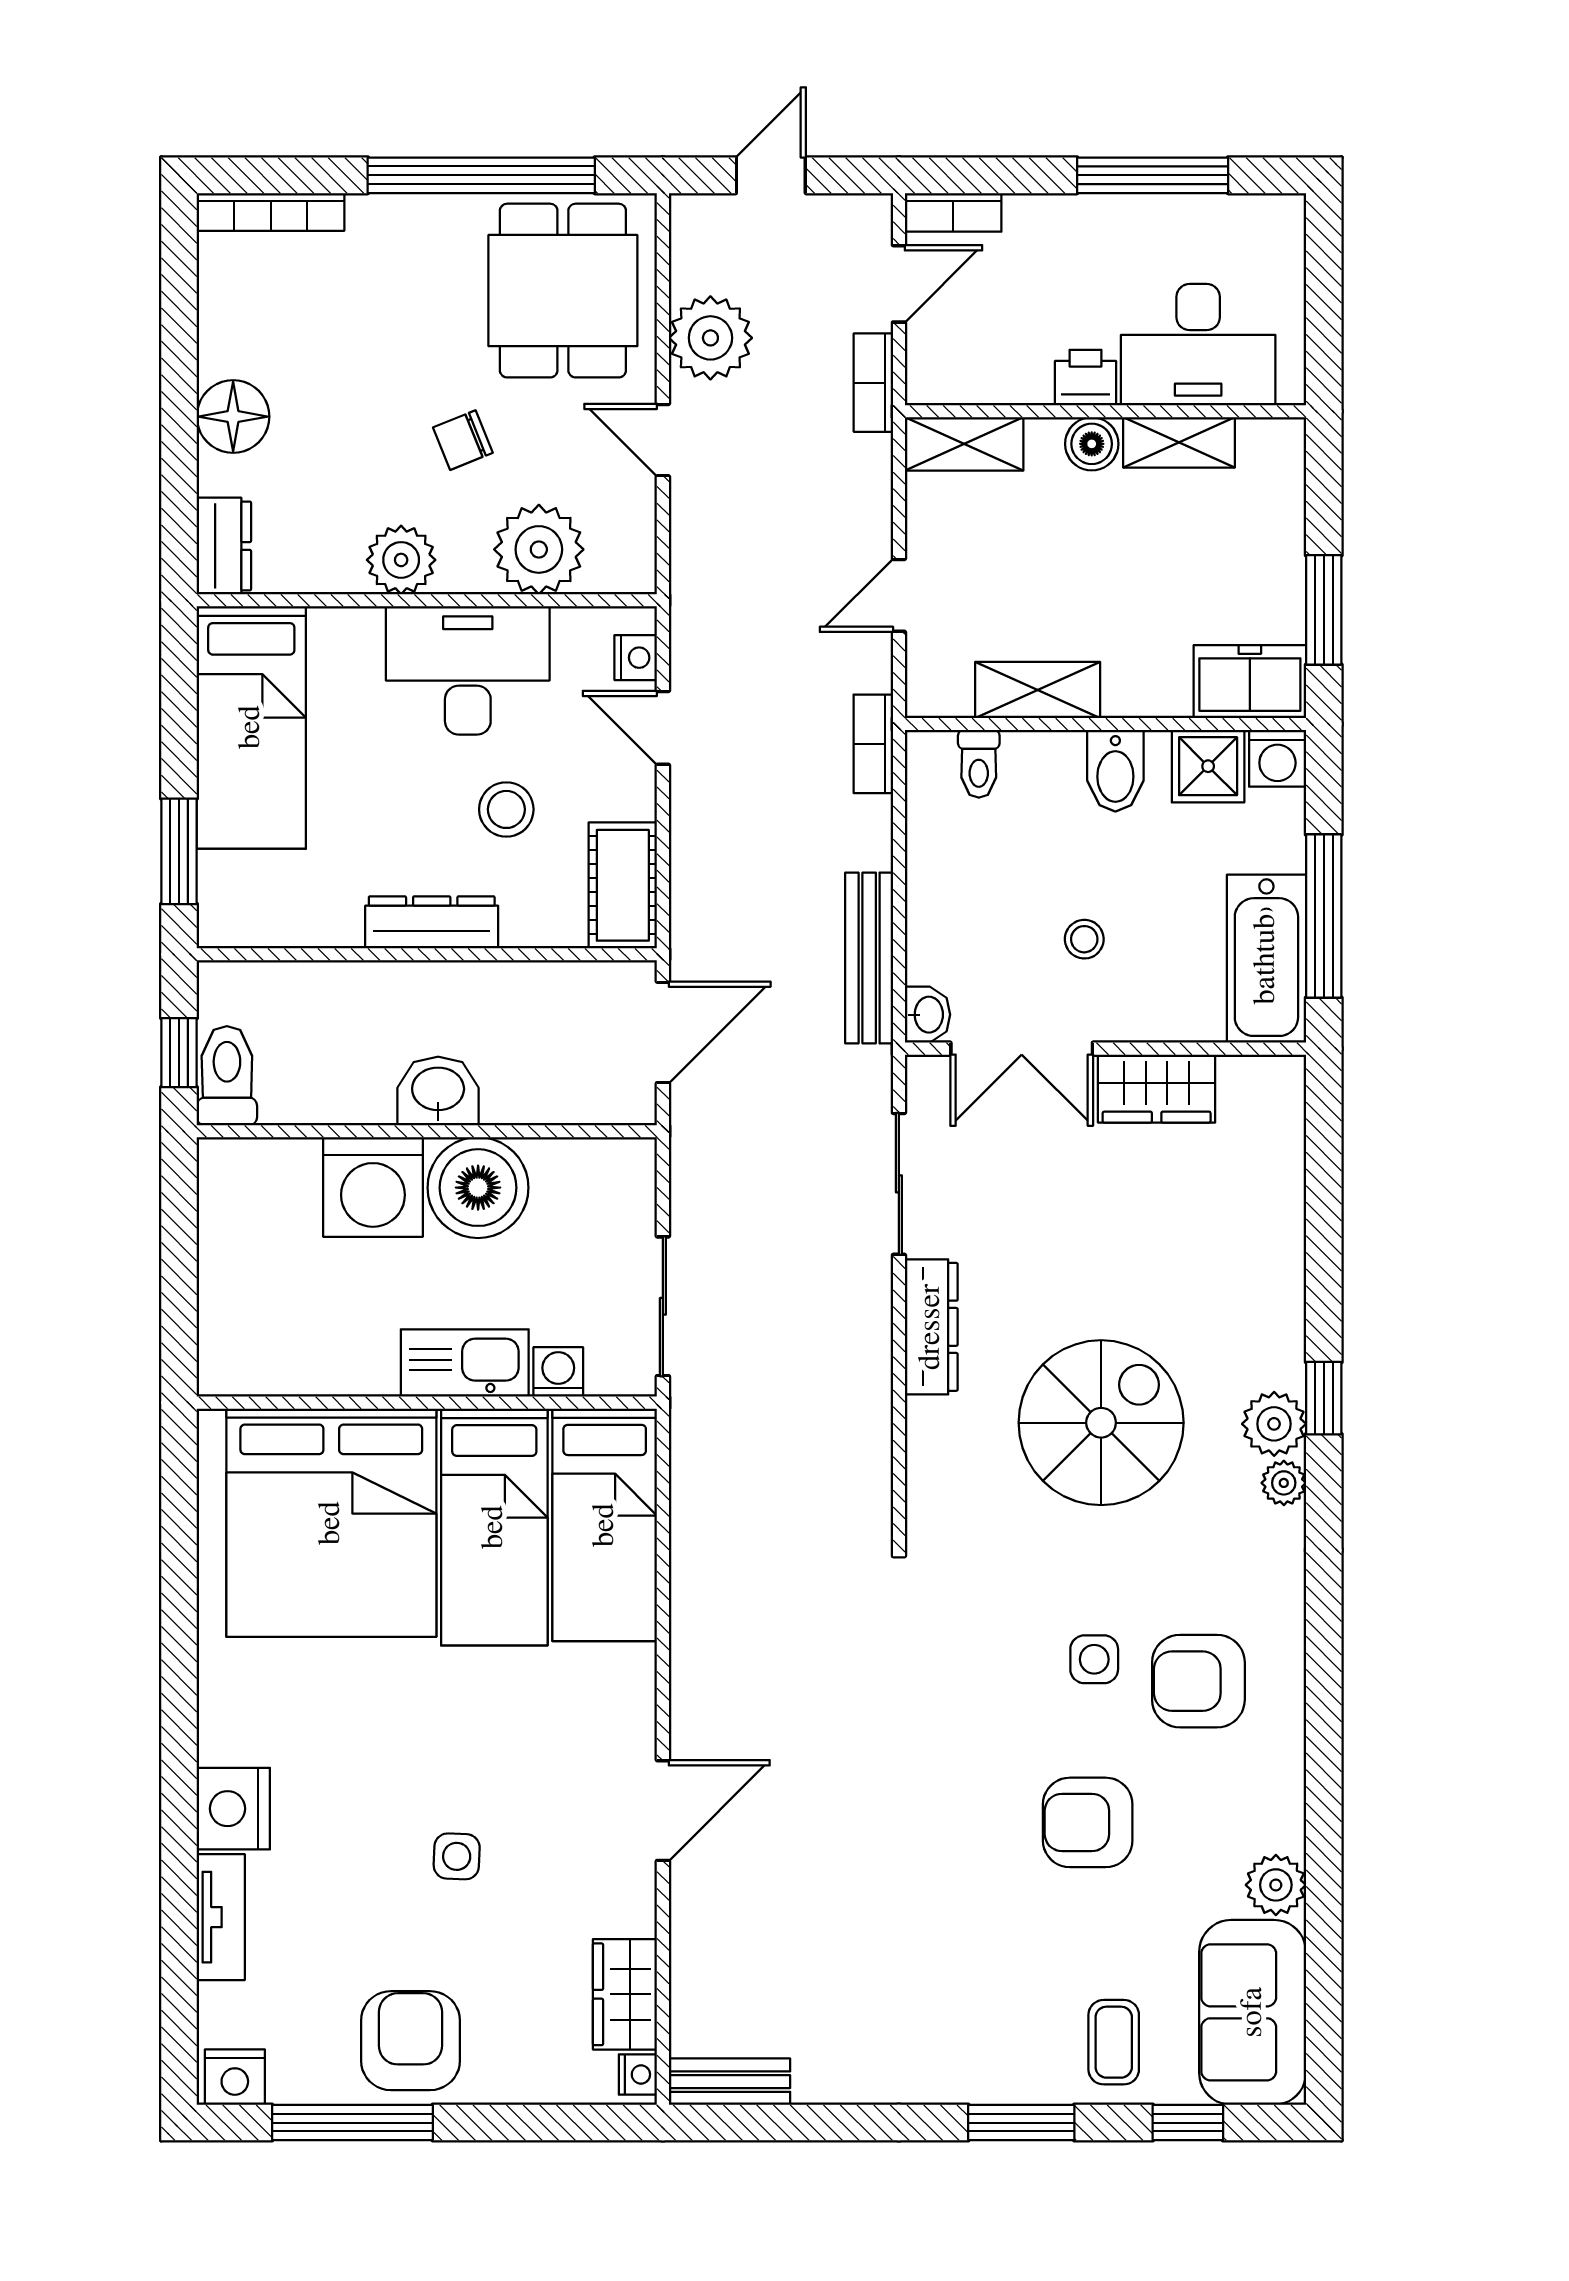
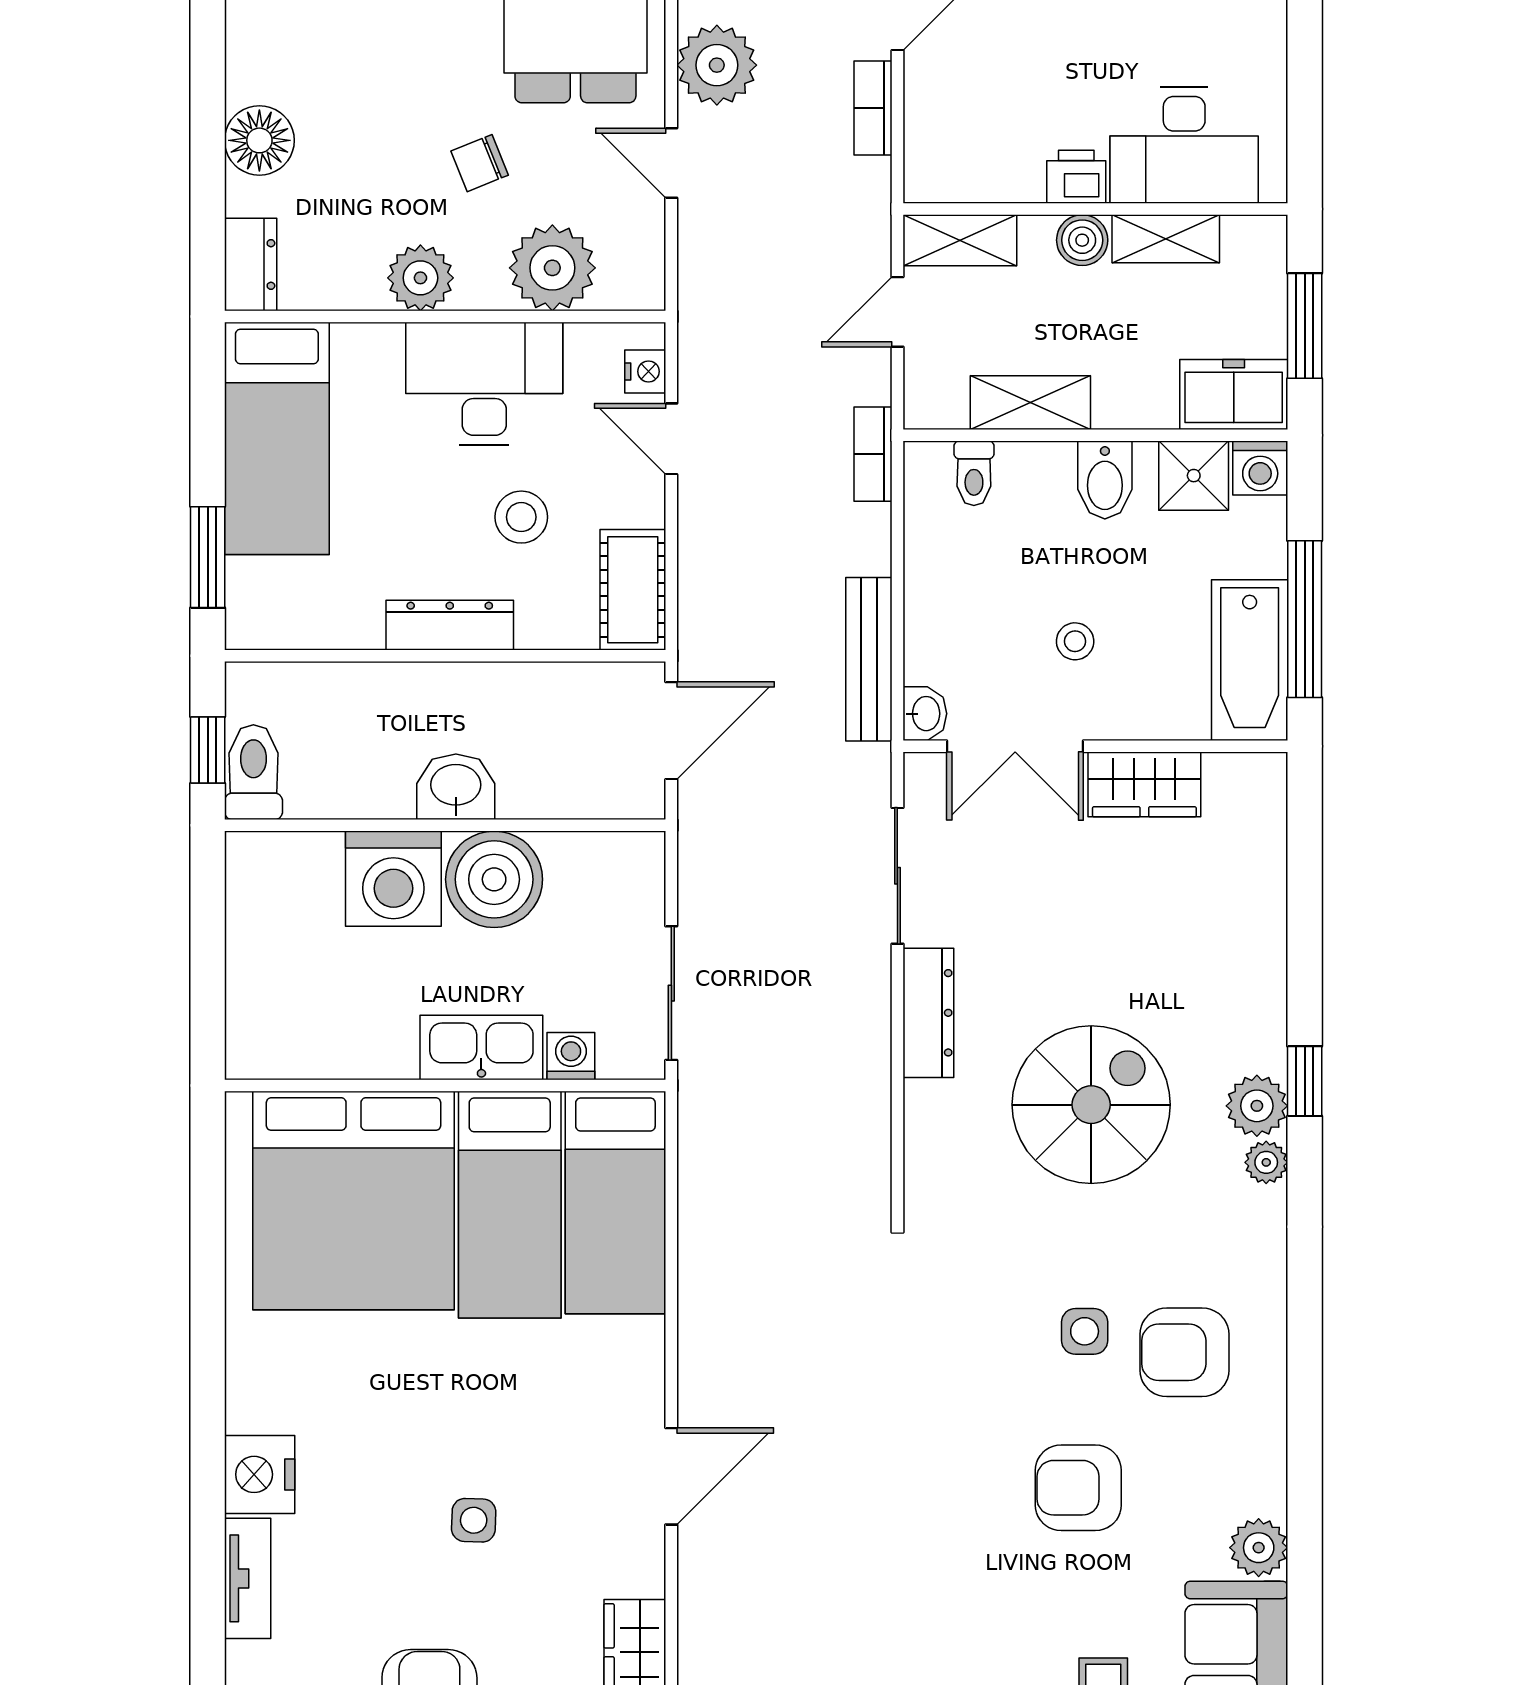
desk: (1198, 345) -> (1184, 145), moved
printer: (1086, 378) -> (1076, 177), moved
wall: (1105, 411) -> (1095, 209), moved
shelving: (1179, 442) -> (1166, 239), moved
shelving: (964, 444) -> (960, 240), moved
boiler: (1092, 444) -> (1082, 240), moved

